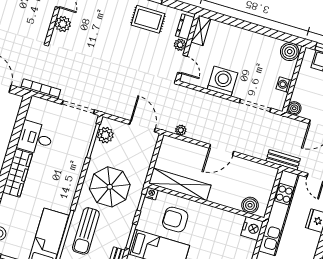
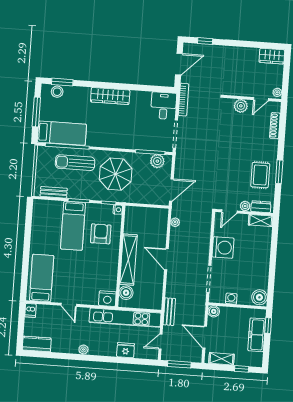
desk: (35, 138) -> (164, 106), moved
shelving: (180, 184) -> (128, 260), moved

